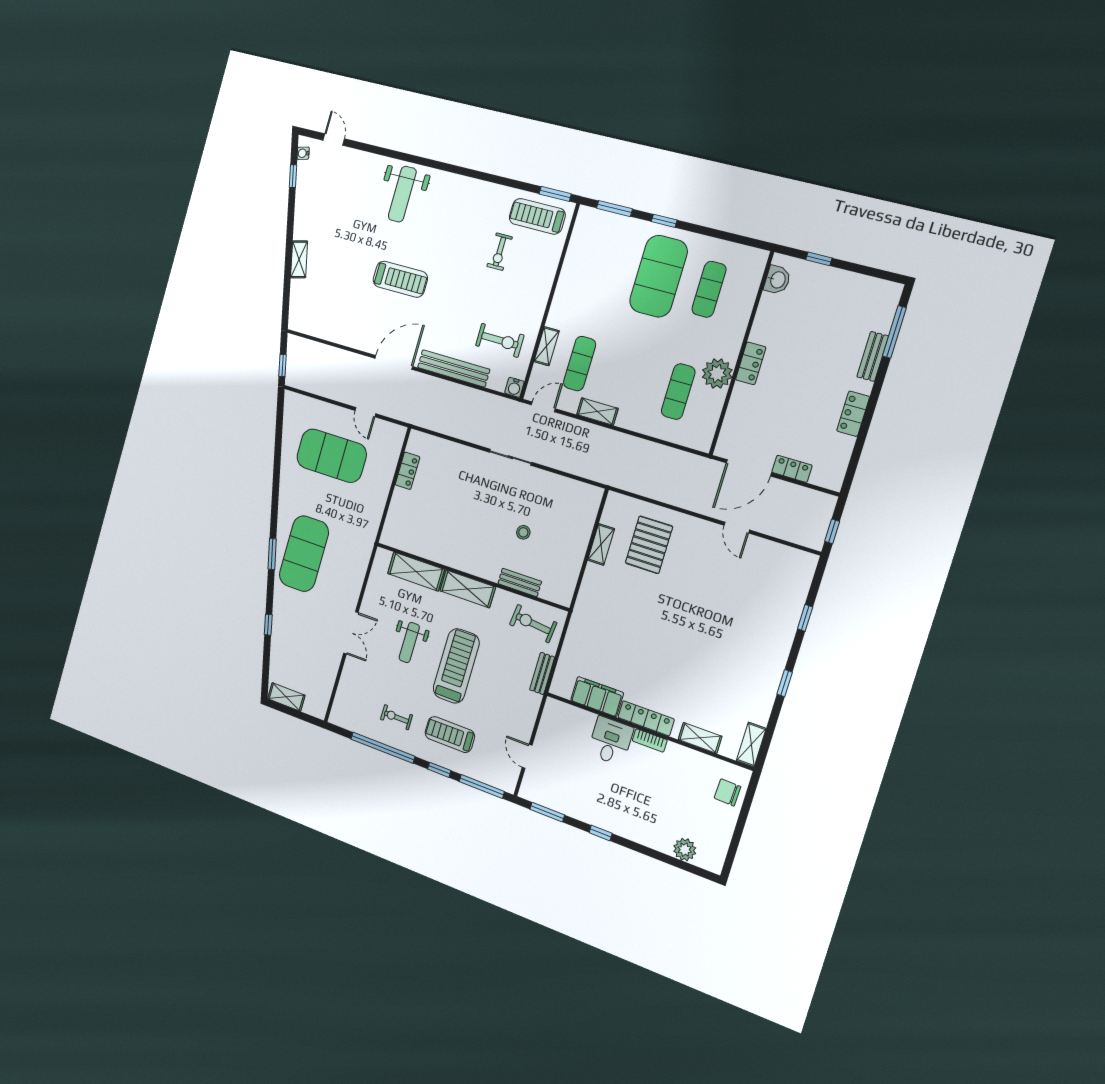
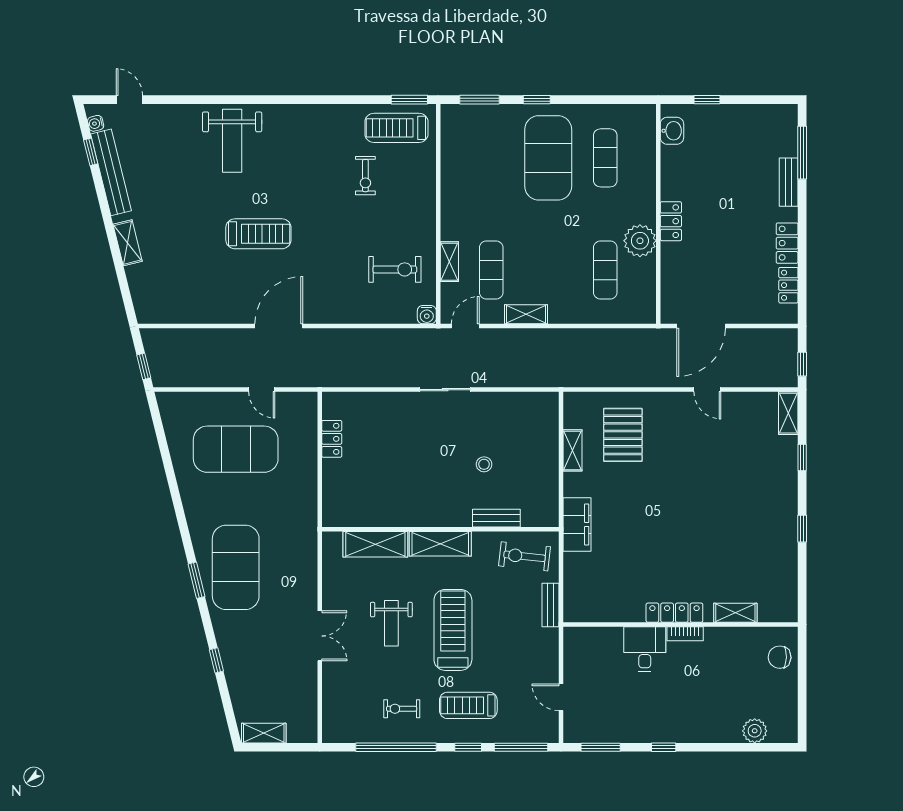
bench: (454, 368) -> (111, 172), moved, turned 76
locker: (792, 469) -> (788, 285), moved, turned -90
filing cabinet: (597, 697) -> (577, 524), moved, turned 90
shelving: (751, 745) -> (788, 413), moved

